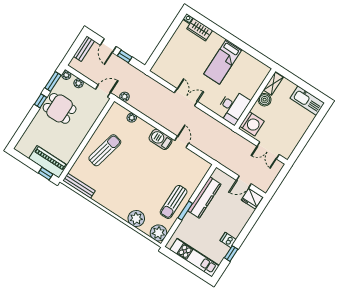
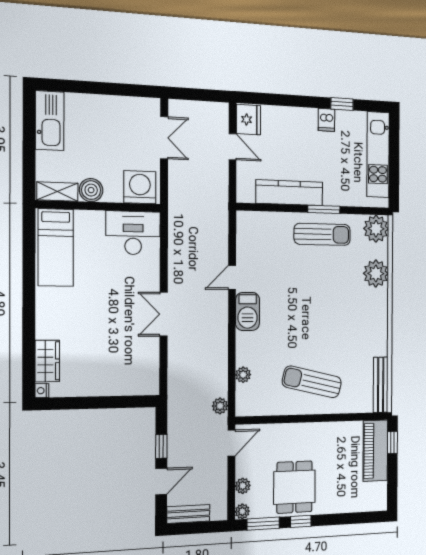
bed: (223, 62) -> (56, 247), moved, turned 90
door: (103, 91) -> (231, 443), swing flipped

